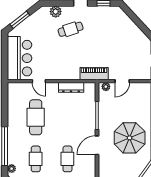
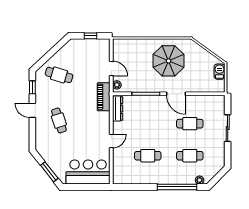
plant: (56, 12) -> (41, 136), removed
cafe table: (116, 29) -> (59, 75), added
door: (39, 81) -> (111, 141), moved
dresser: (71, 87) -> (118, 109), moved
cafe table: (36, 117) -> (148, 156), width x0.73, depth x0.74

